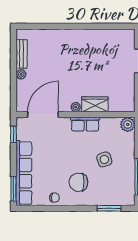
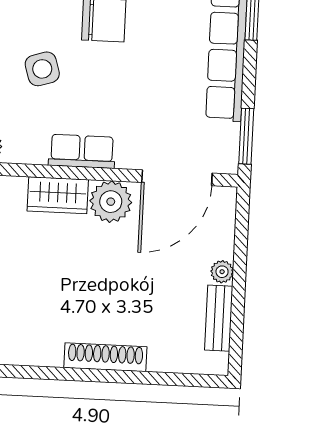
shoe rack: (70, 34) -> (105, 357), added
plant: (76, 107) -> (111, 202), width x1.87, depth x1.87
window: (13, 134) -> (246, 136), width x1.50

